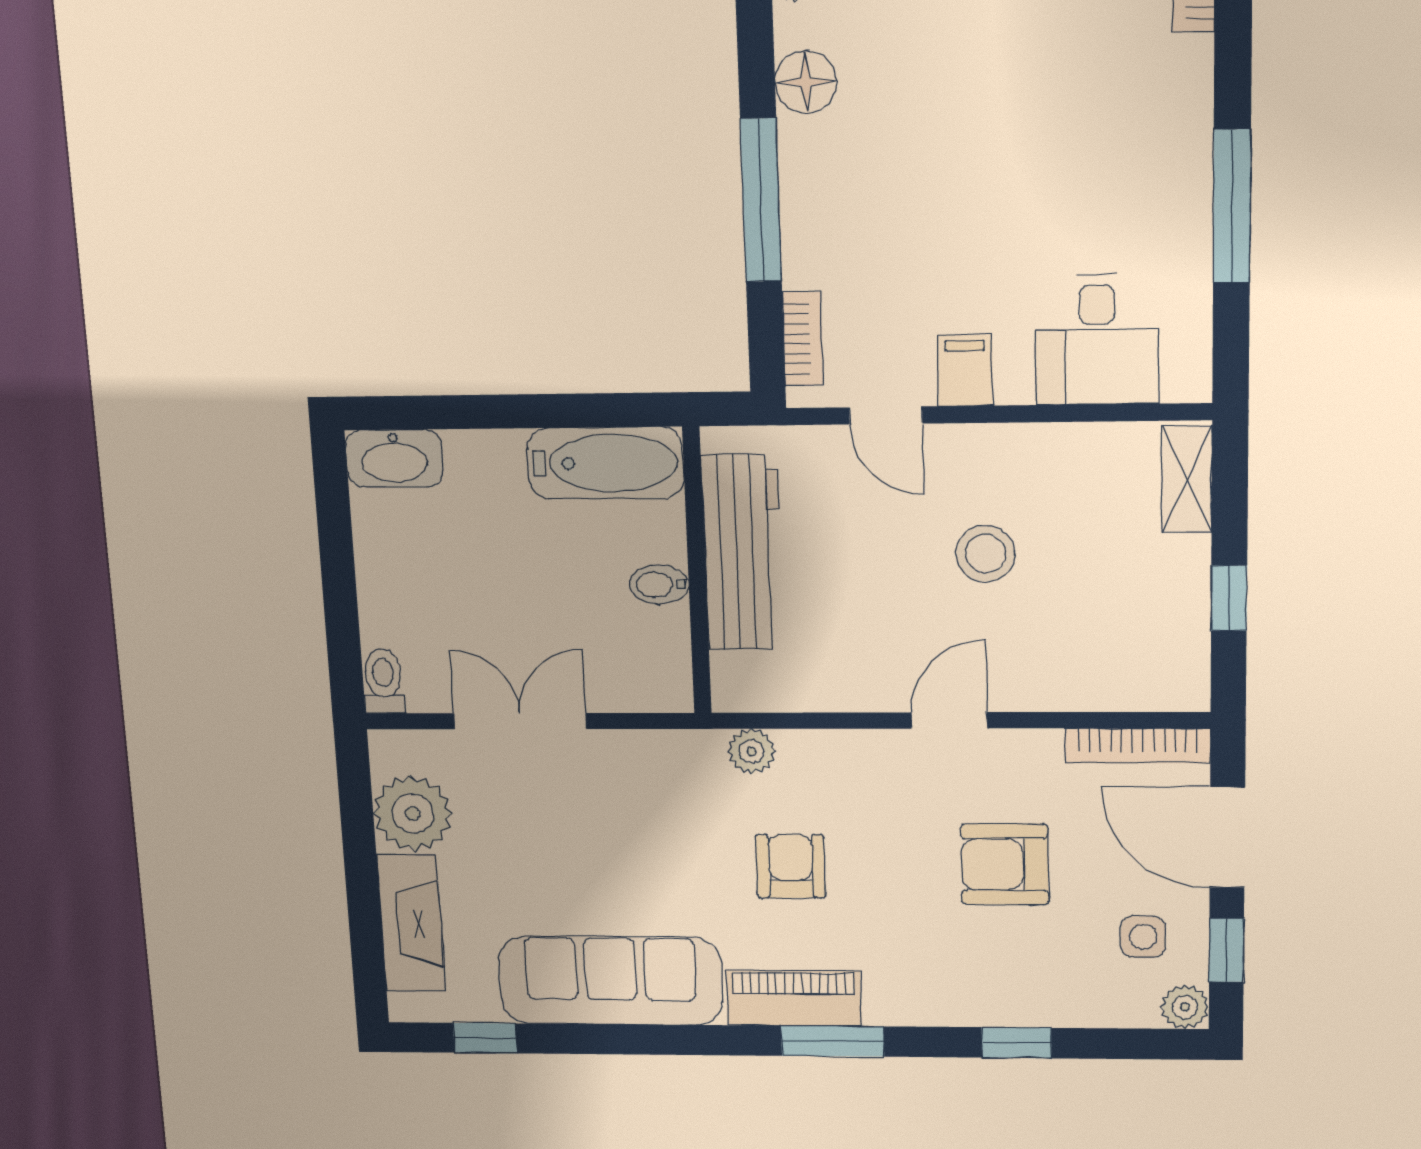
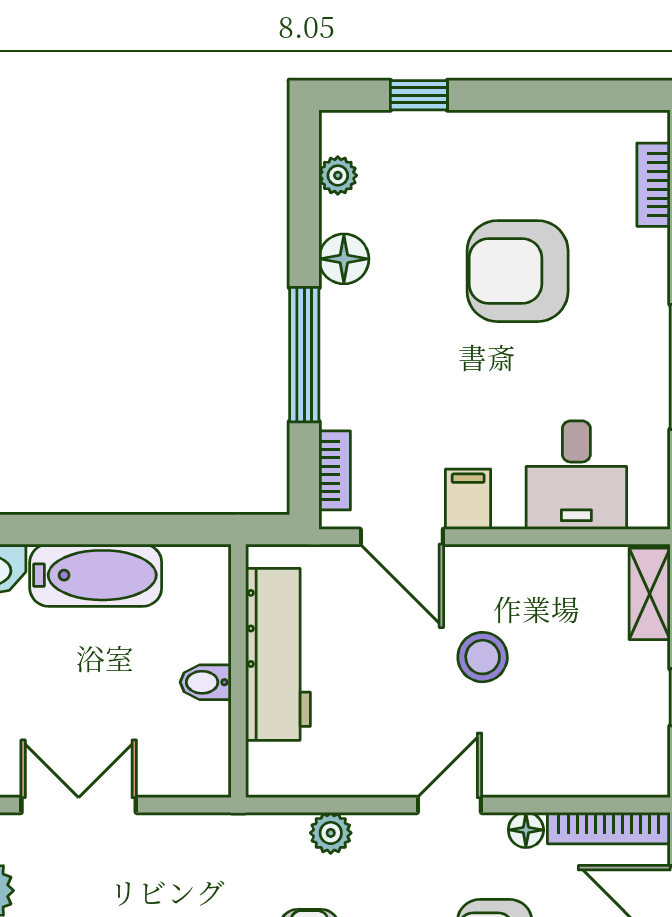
armchair: (1022, 92) -> (518, 271), added
door: (886, 415) -> (402, 537), width x1.38
bathtub: (606, 463) -> (96, 575), moved
floor lamp: (1040, 748) -> (526, 830), added
plant: (751, 751) -> (331, 833), moved

